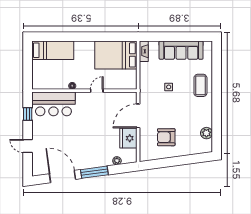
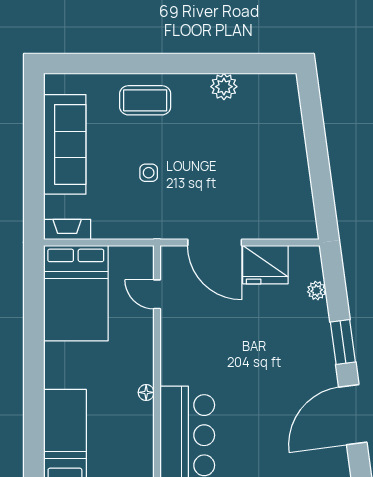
door: (97, 91) -> (157, 294), moved
plant: (206, 133) -> (224, 87), moved
armchair: (166, 137) -> (263, 178), removed
window: (94, 172) -> (343, 342), width x0.69

